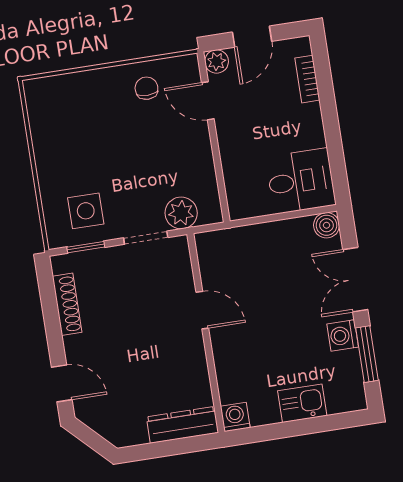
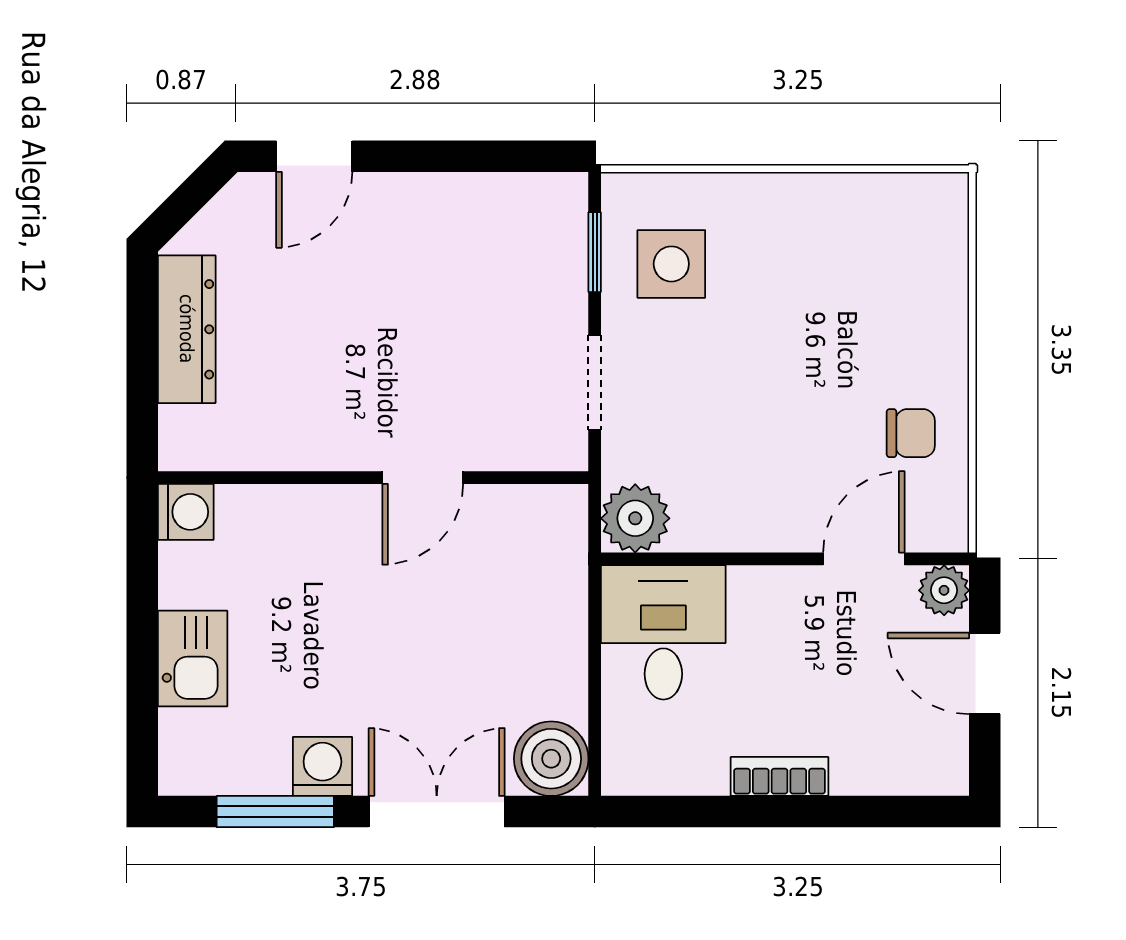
bookcase: (307, 79) -> (780, 776), moved
desk: (301, 181) -> (663, 632), moved, turned 180
plant: (181, 213) -> (635, 518), moved
boiler: (327, 225) -> (551, 759), width x1.36, depth x1.36
shoe rack: (67, 304) -> (480, 194), removed
dresser: (182, 425) -> (187, 329), moved

